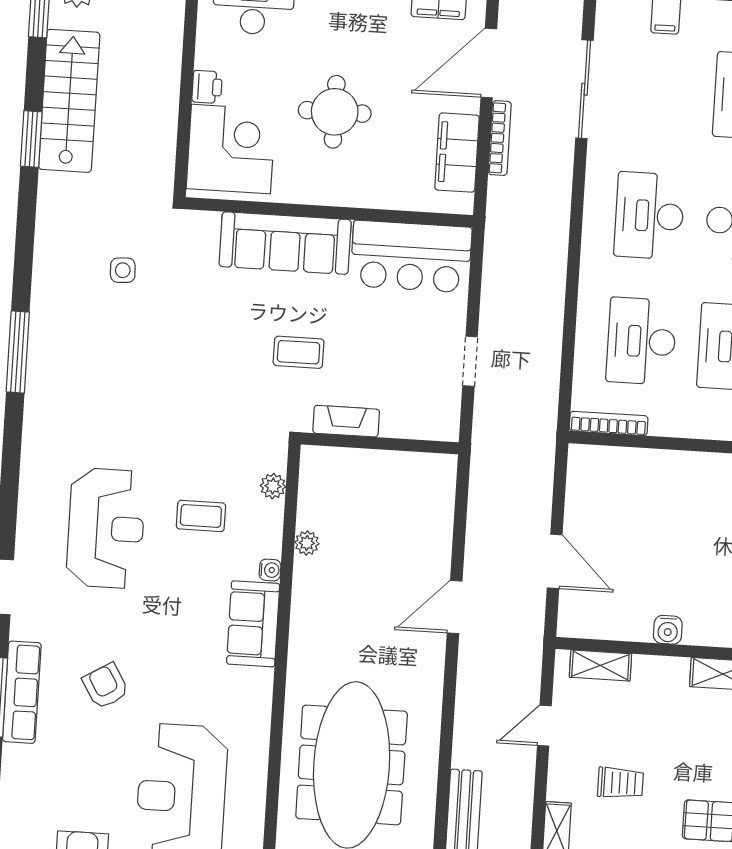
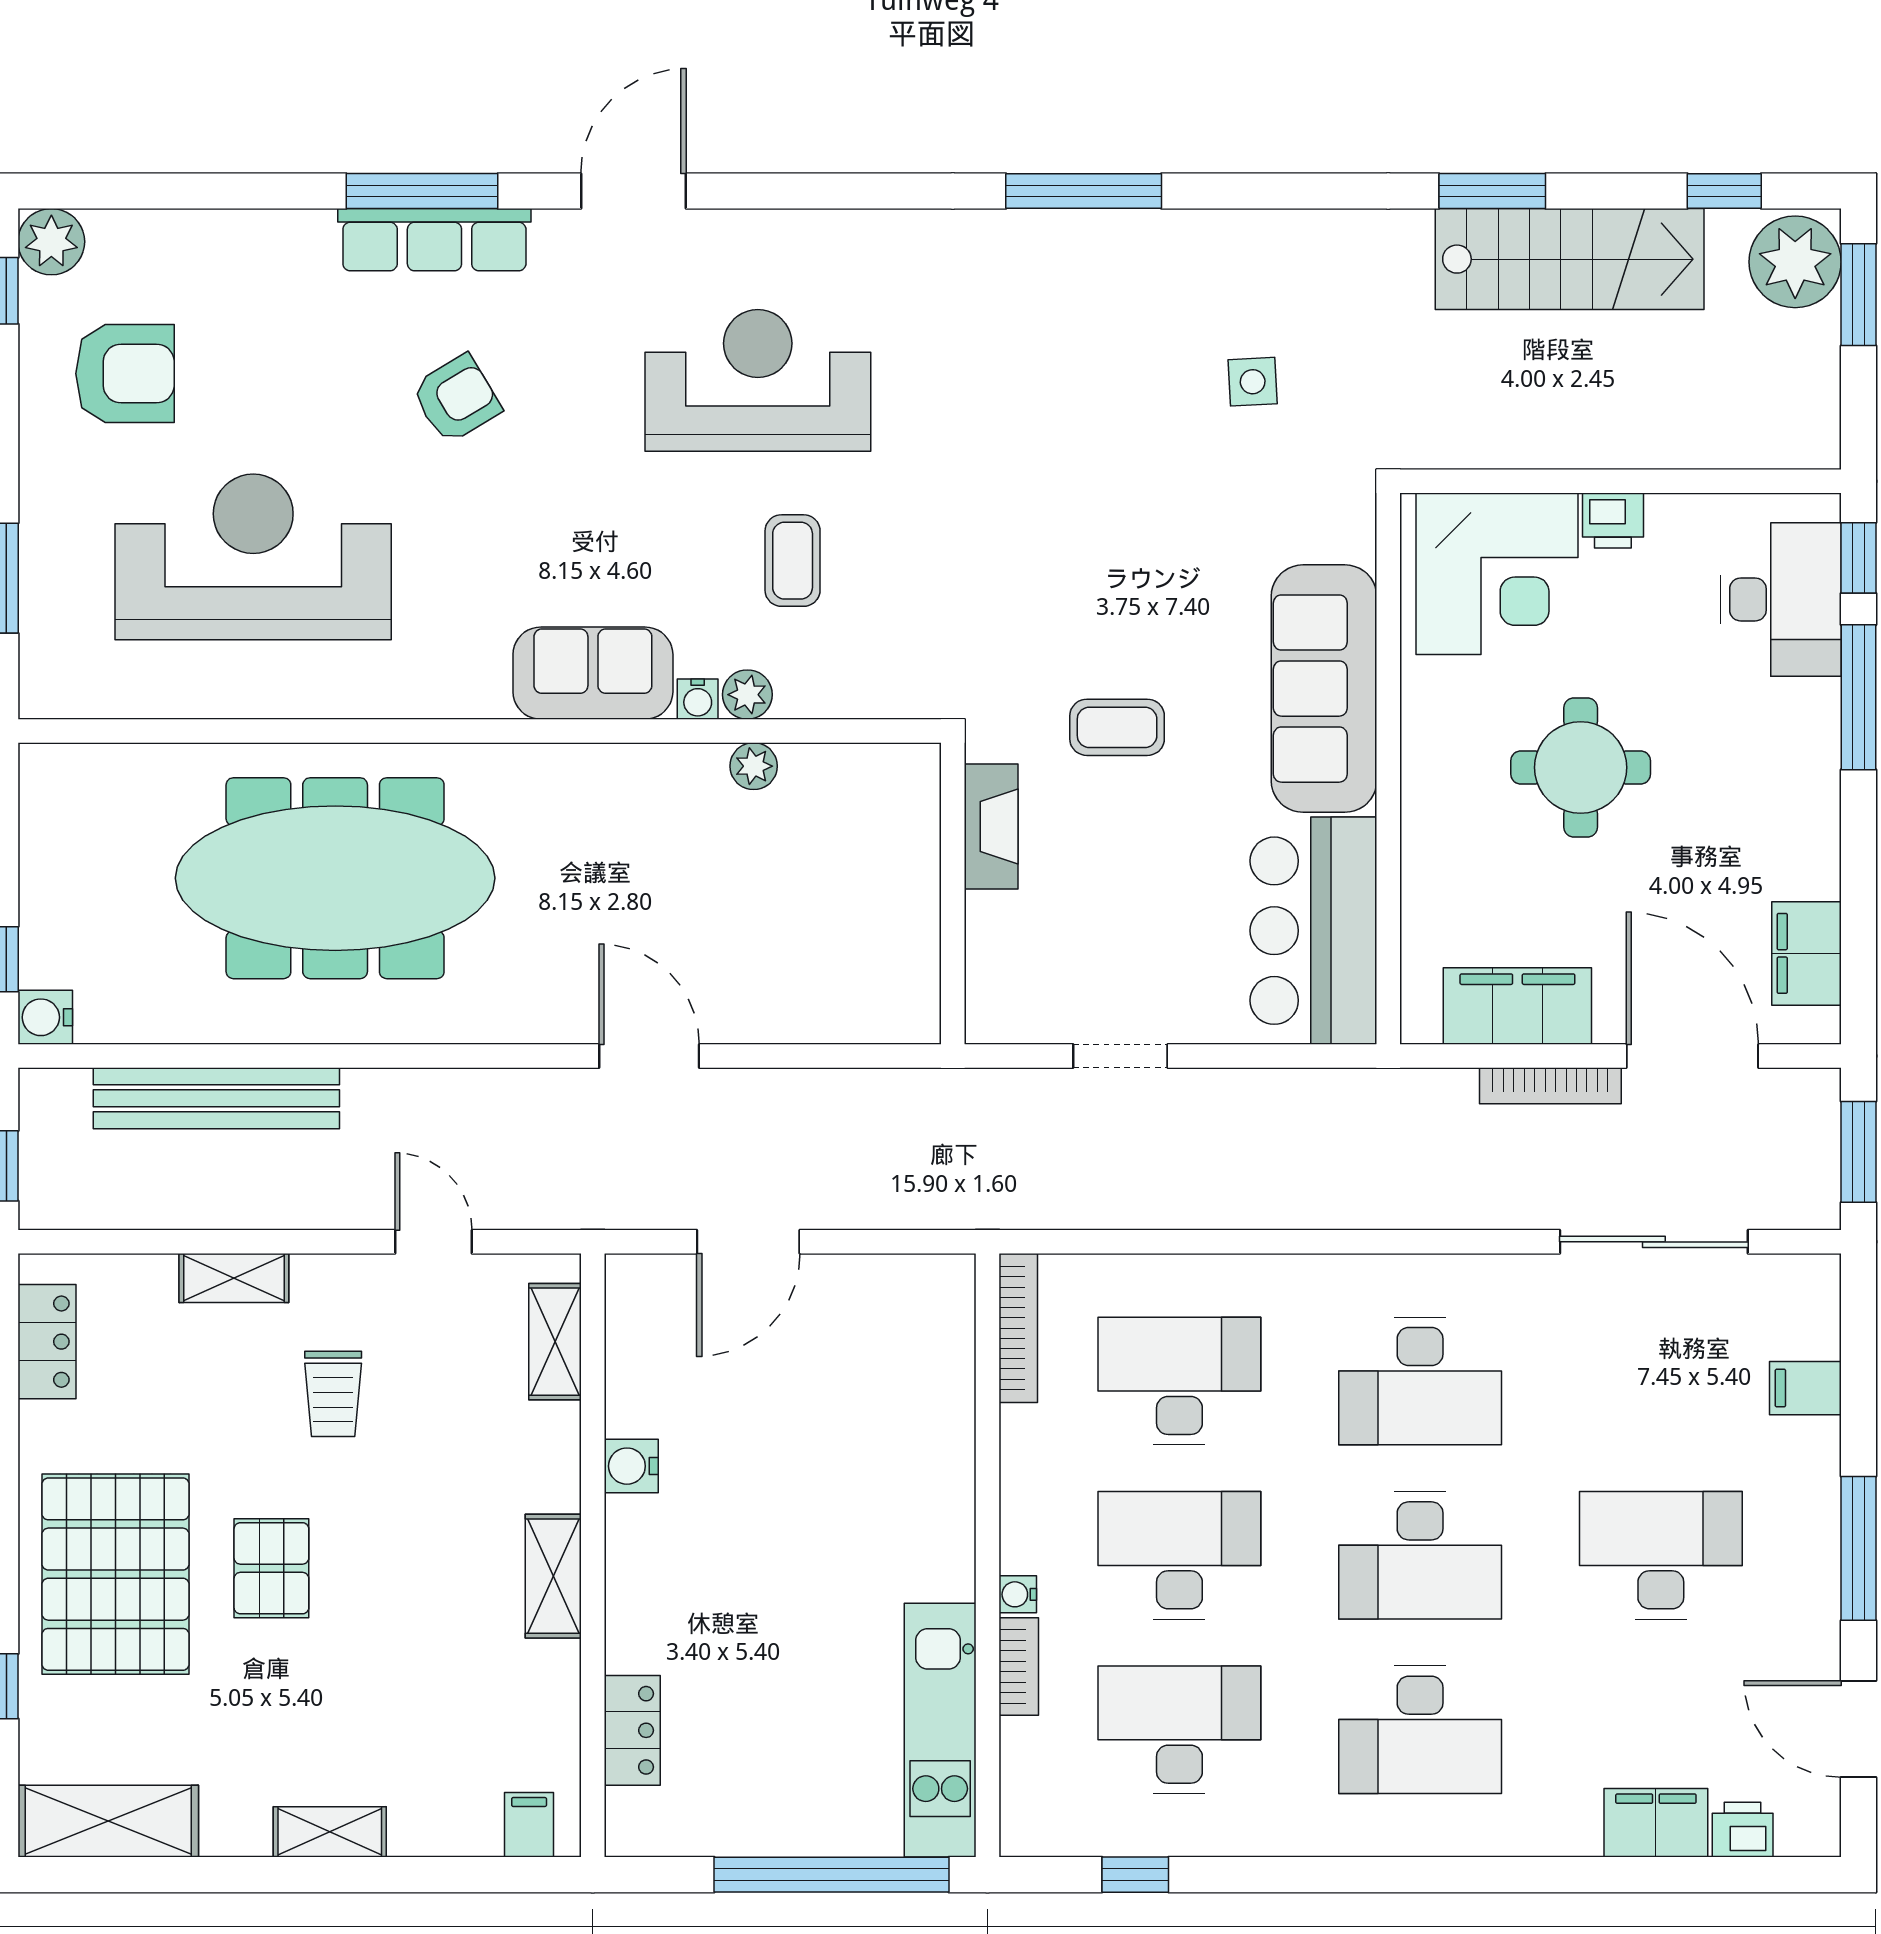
desk: (649, 216) -> (1420, 1381), turned 180
coffee table: (299, 352) -> (1117, 727), turned 90
plant: (273, 486) -> (747, 695), moved
reception desk: (106, 528) -> (758, 380), turned 180

